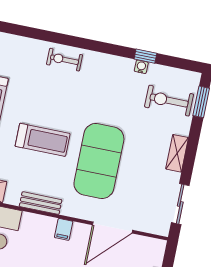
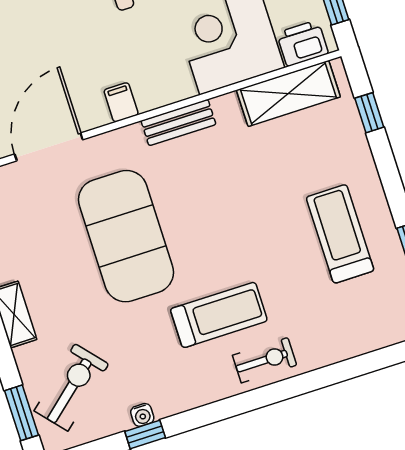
exercise bike: (169, 101) -> (71, 387), turned -41
treadmill: (43, 140) -> (219, 315), moved, turned 180

